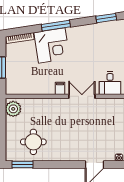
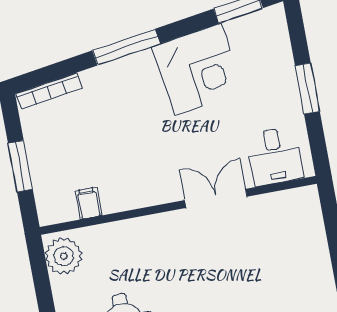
corner desk: (52, 46) -> (198, 69), moved
filing cabinet: (60, 88) -> (88, 203), moved

